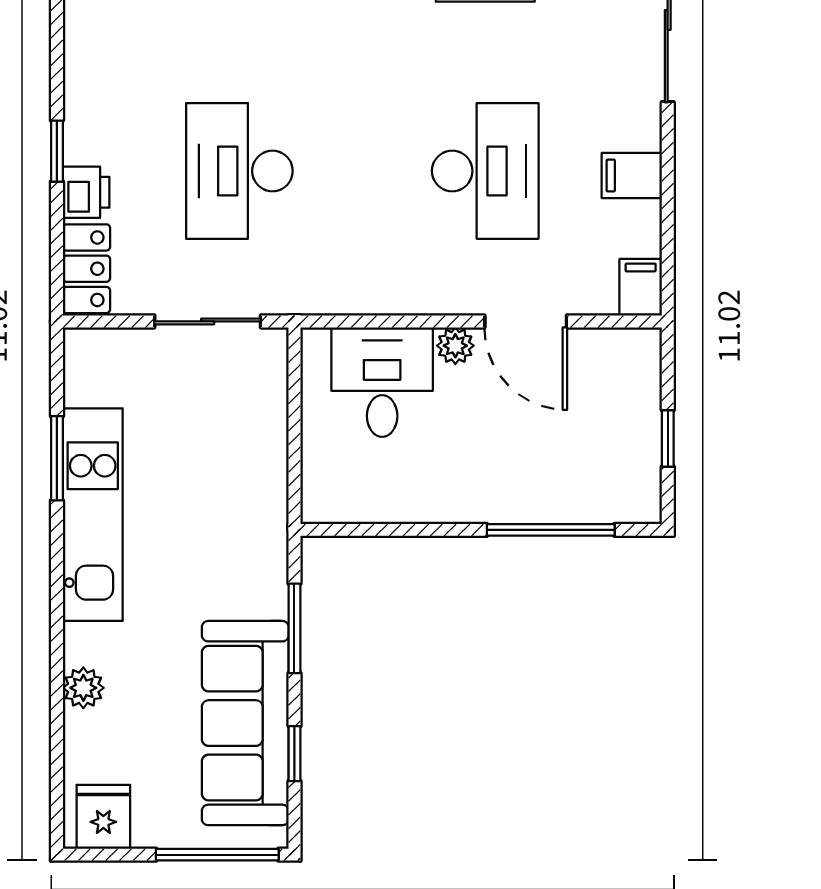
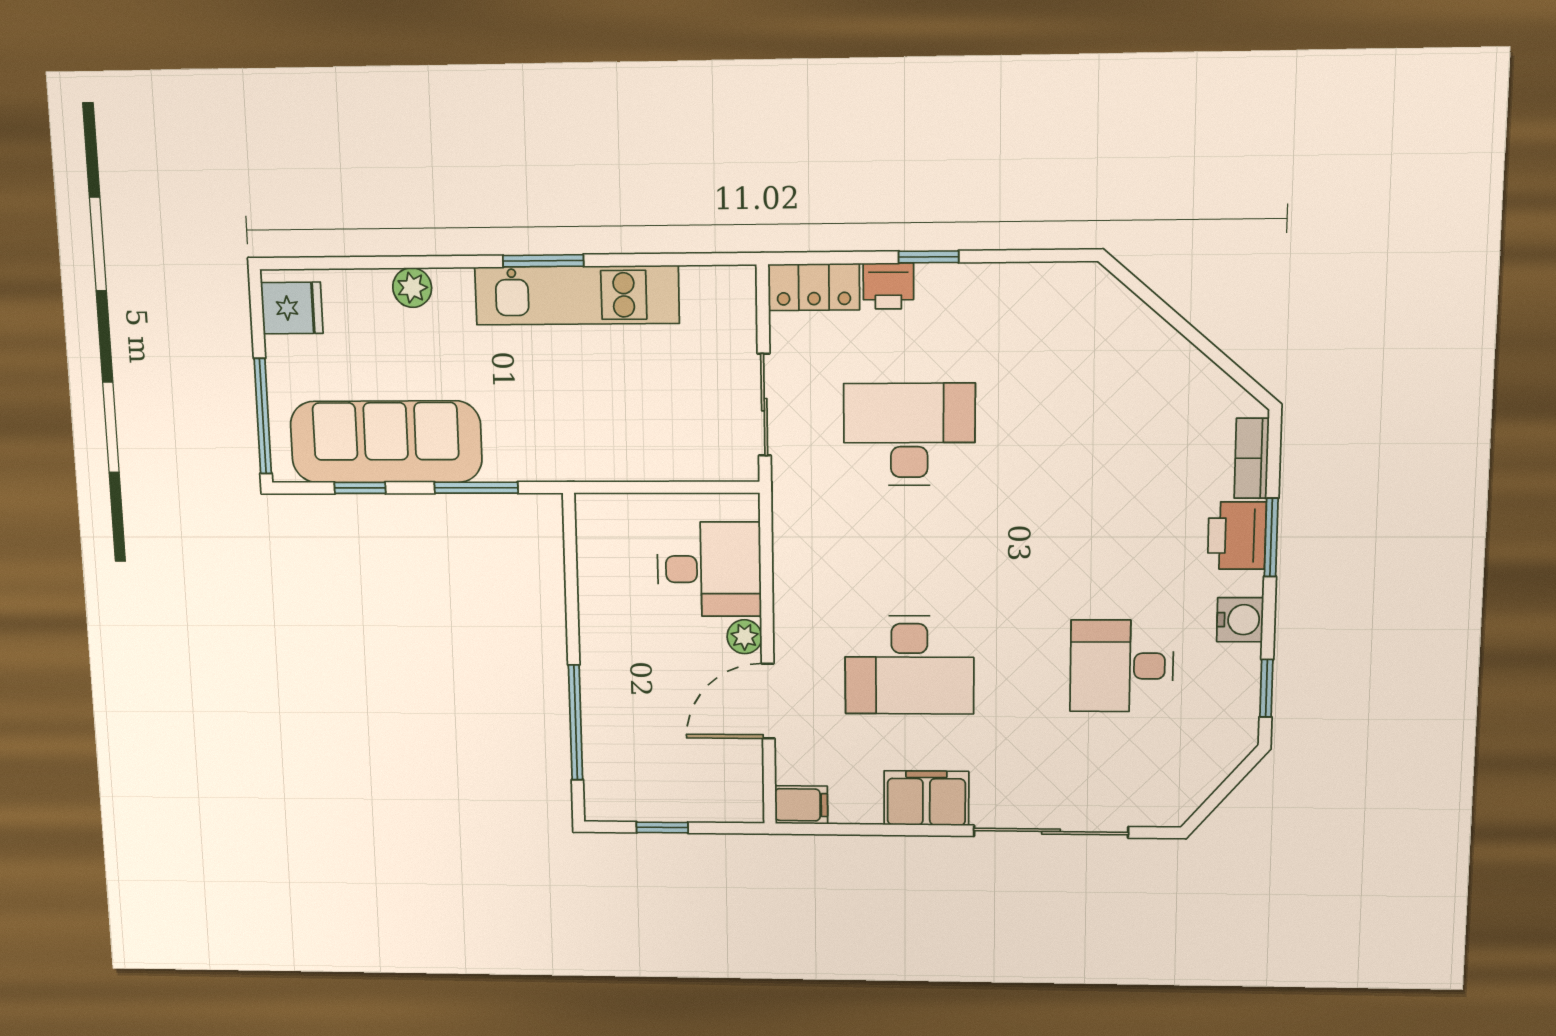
filing cabinet: (632, 175) -> (926, 798), width x2.00
window: (57, 458) -> (543, 261), moved

